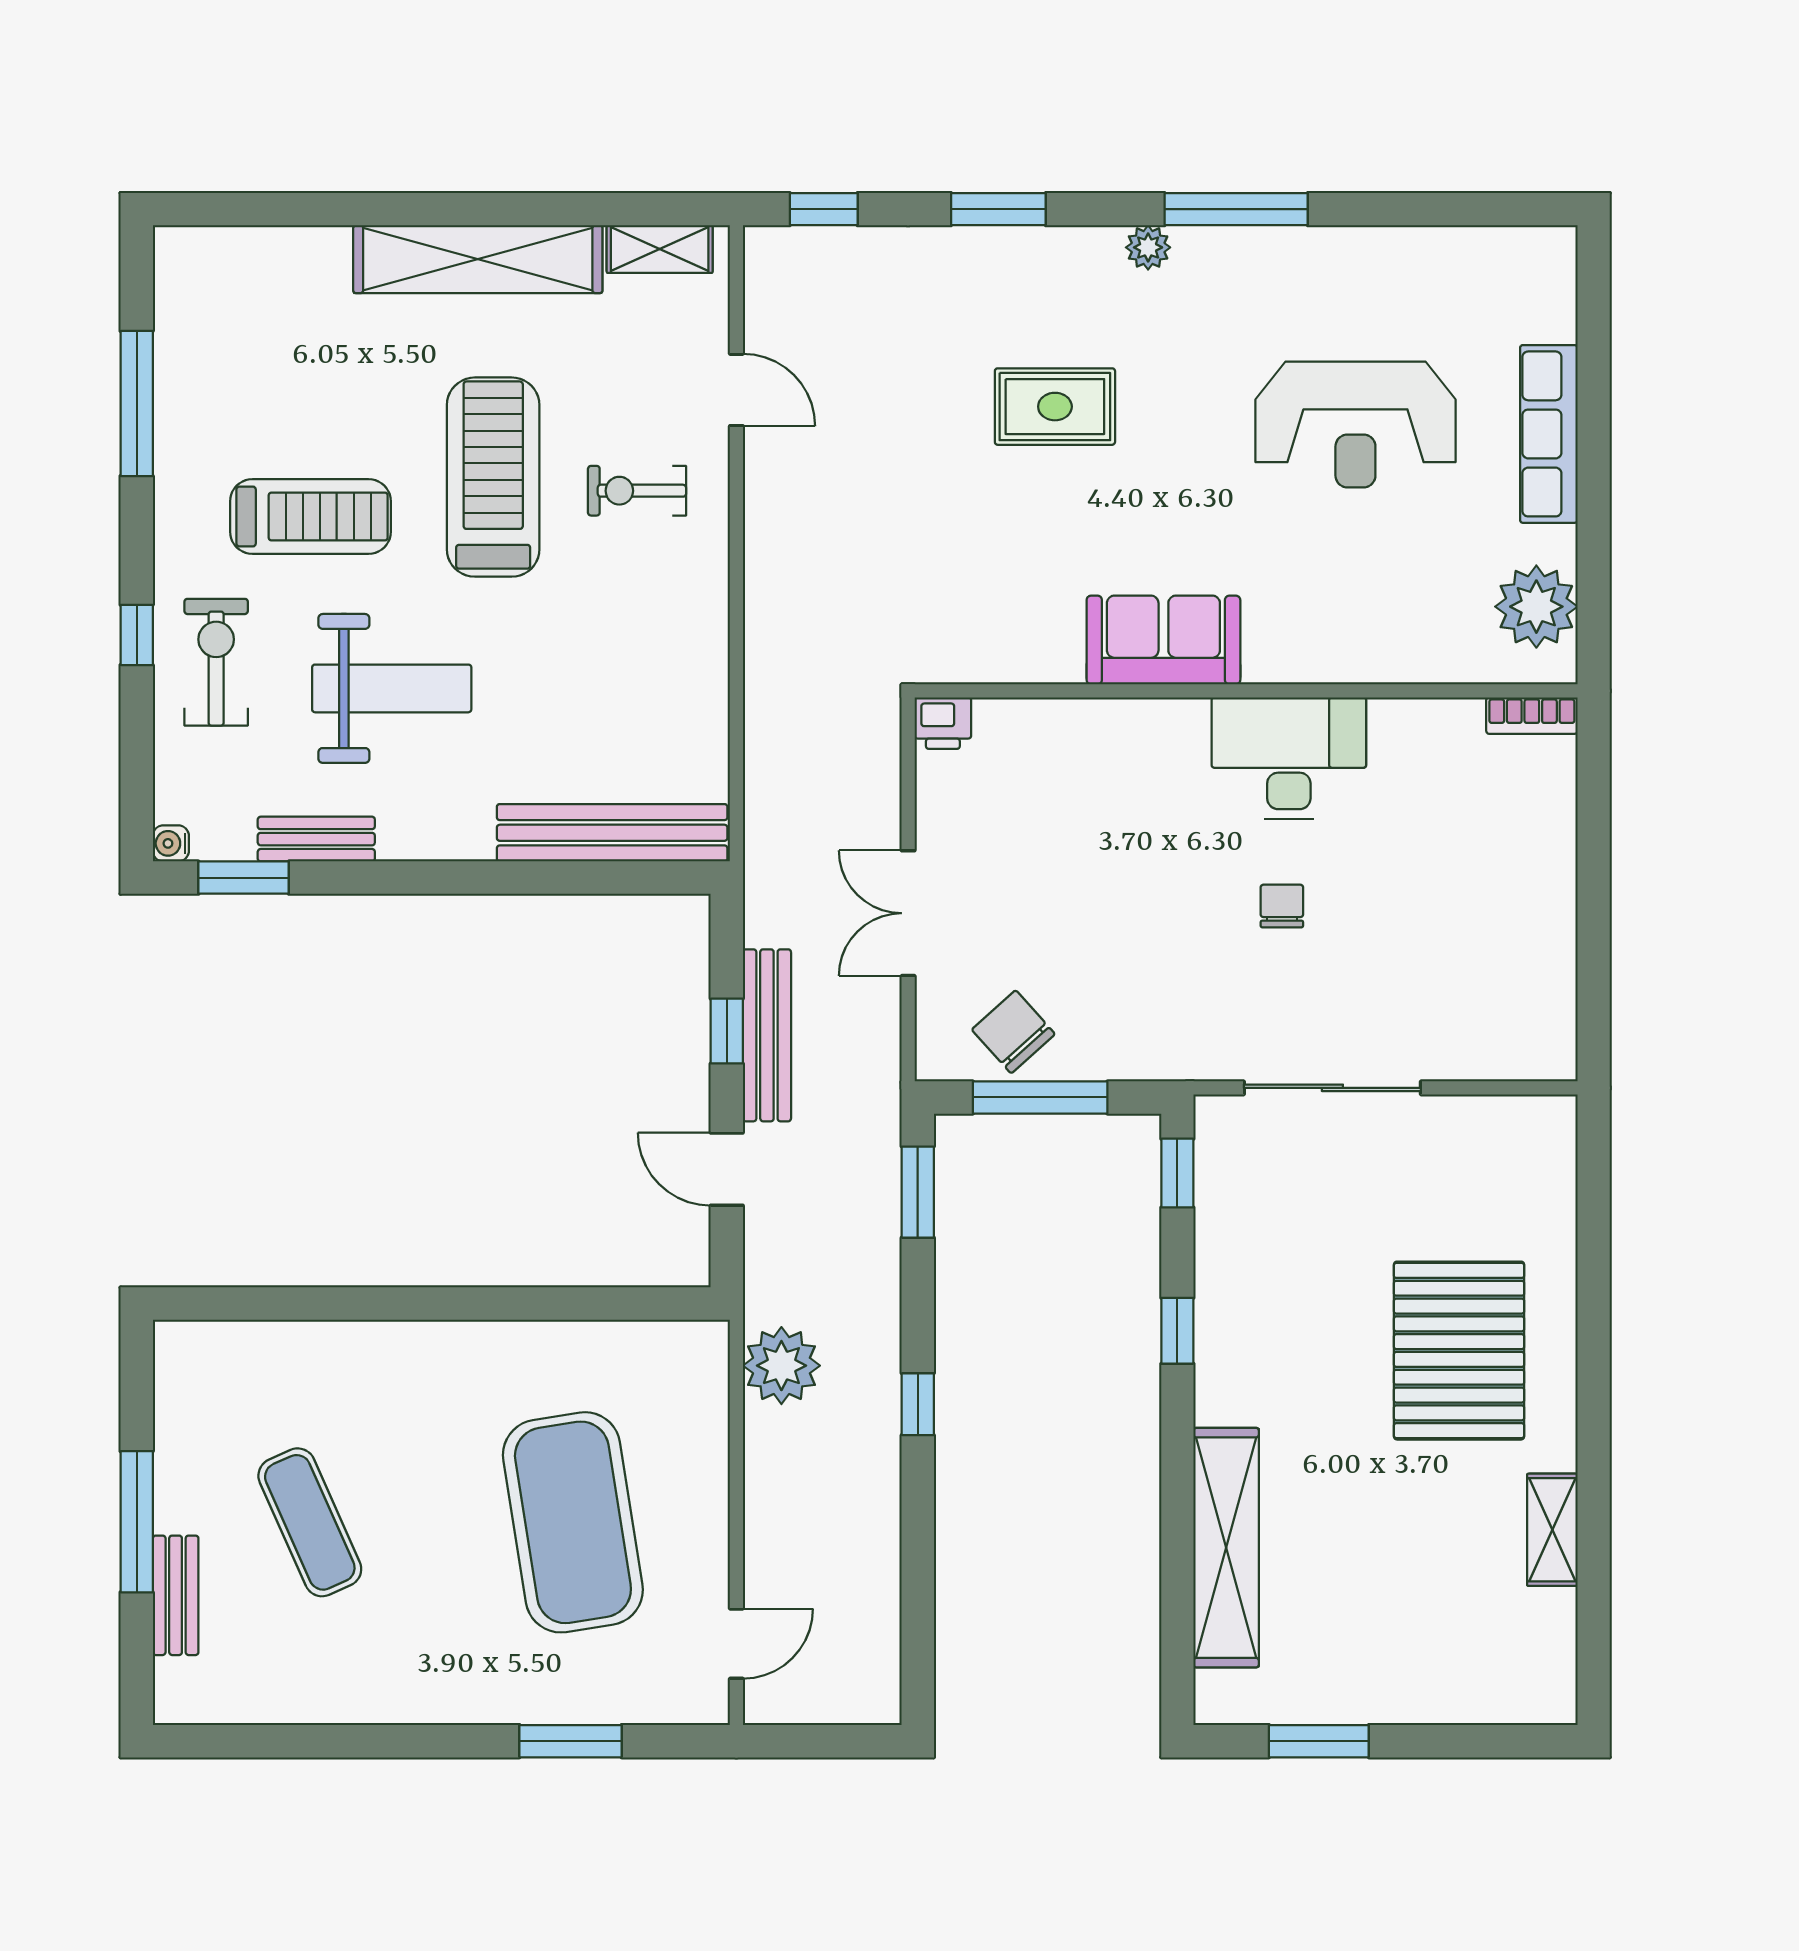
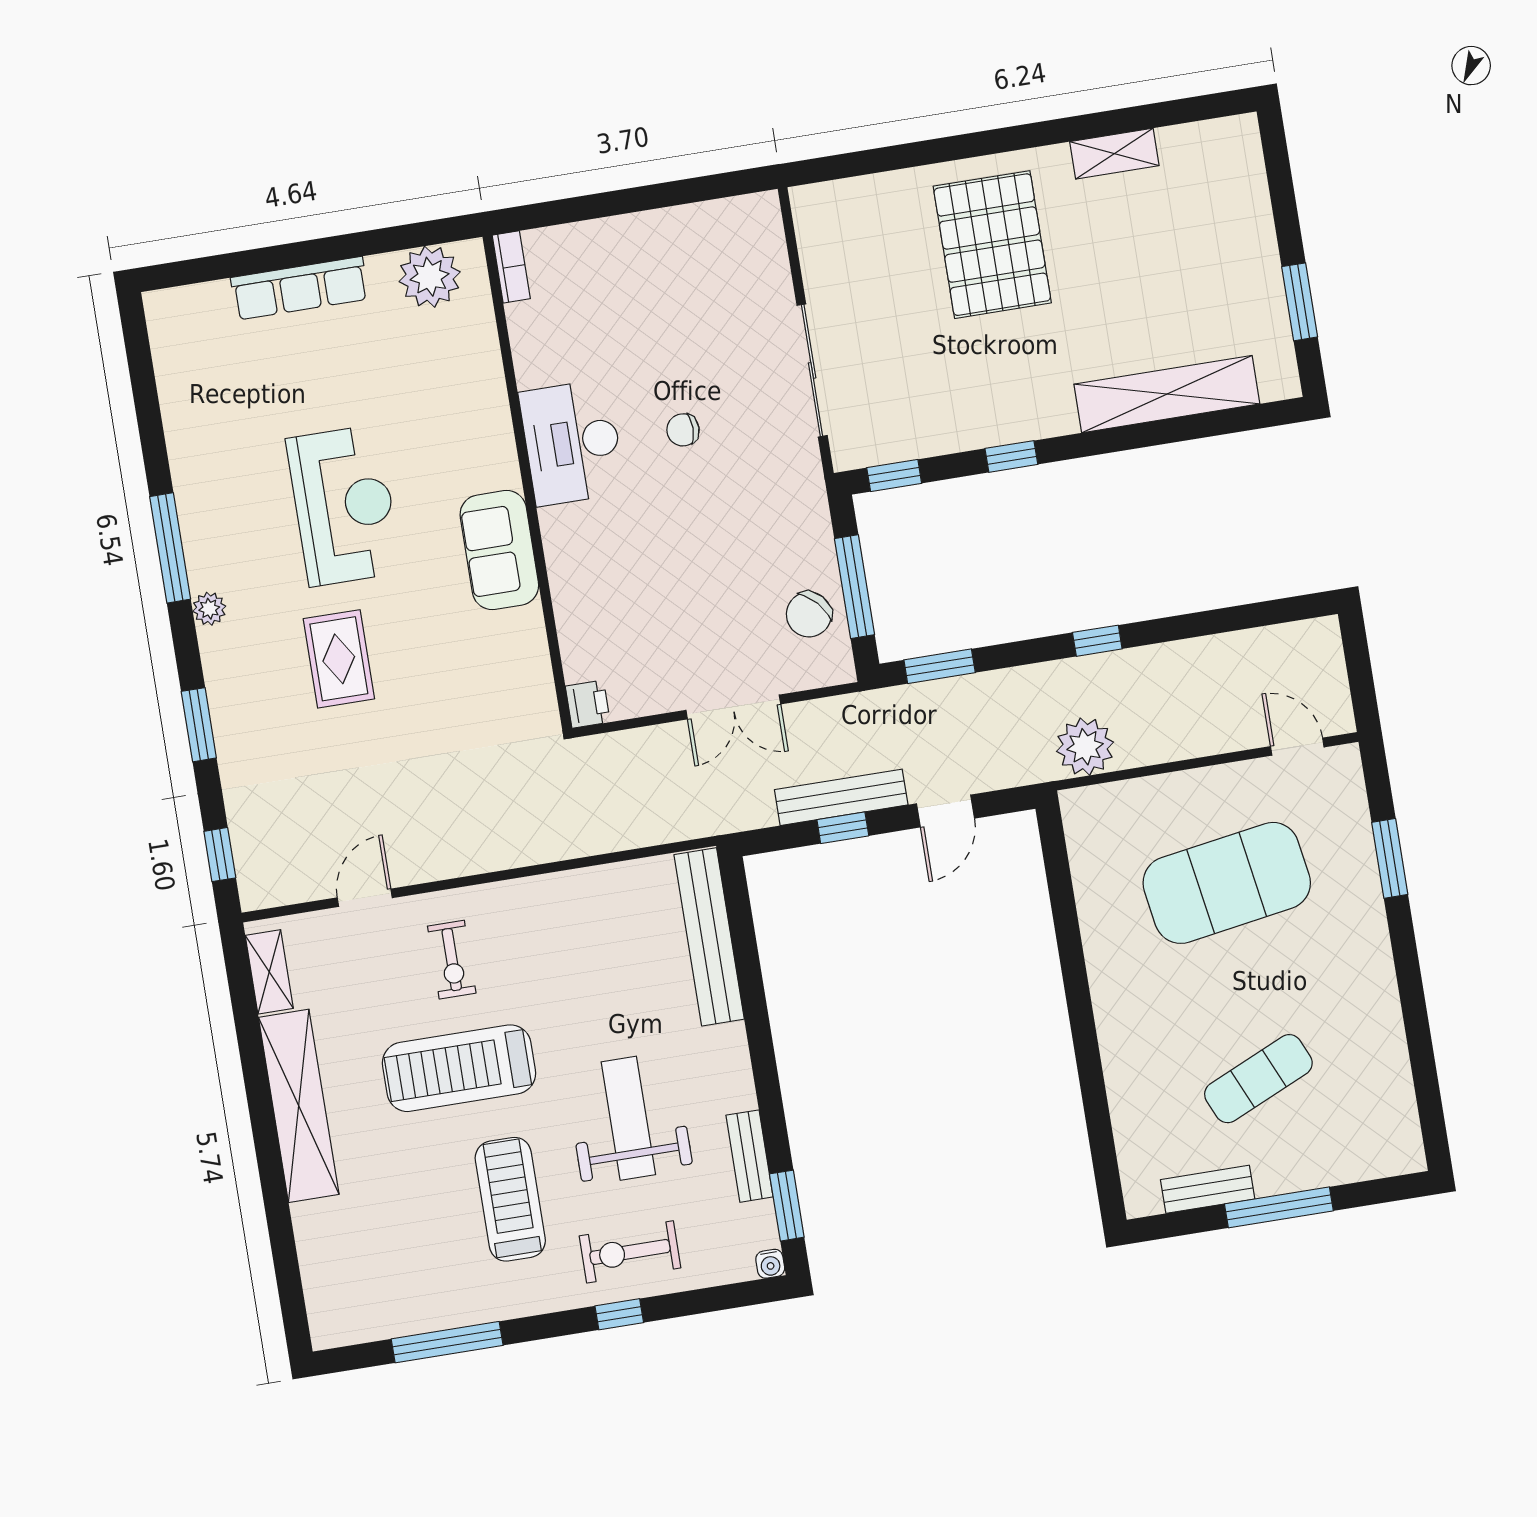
reception desk: (1355, 424) -> (344, 506), moved
pallet: (1459, 1351) -> (992, 245), turned 90
bench: (176, 1595) -> (1208, 1189), moved

